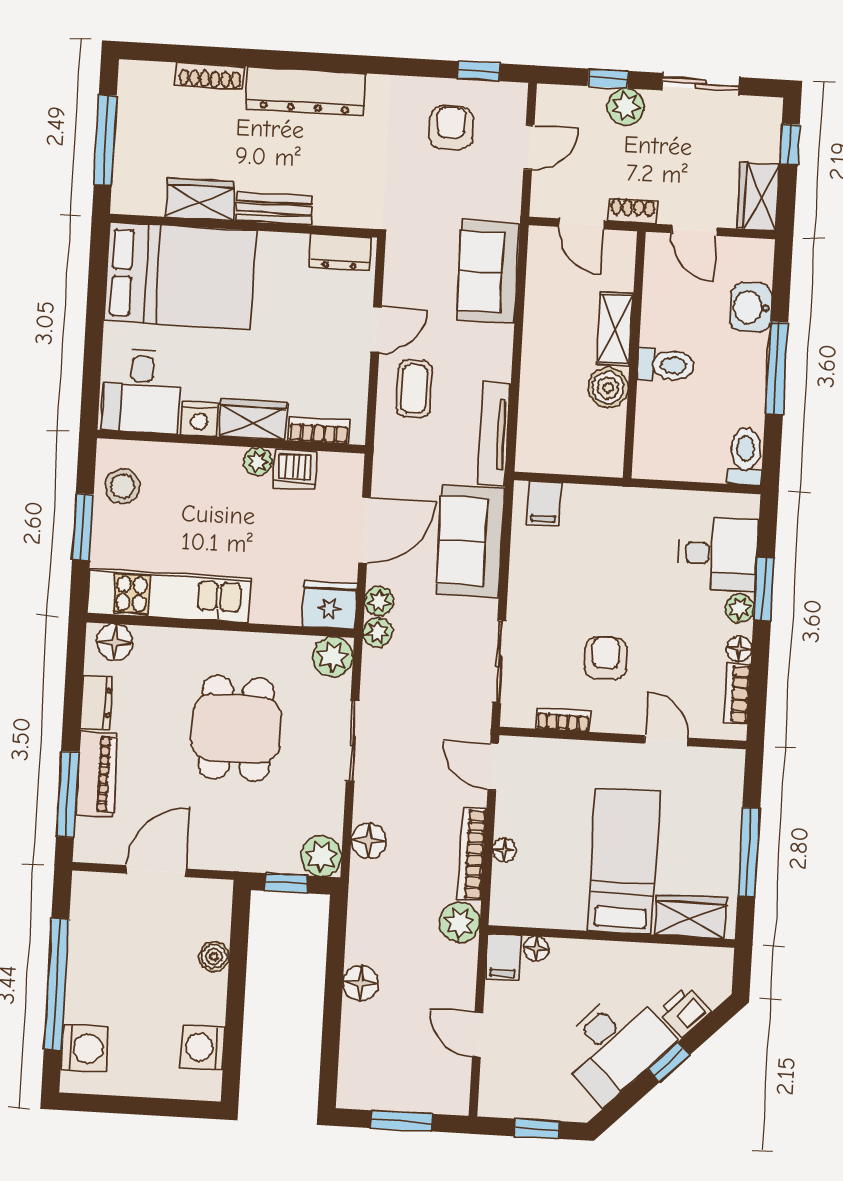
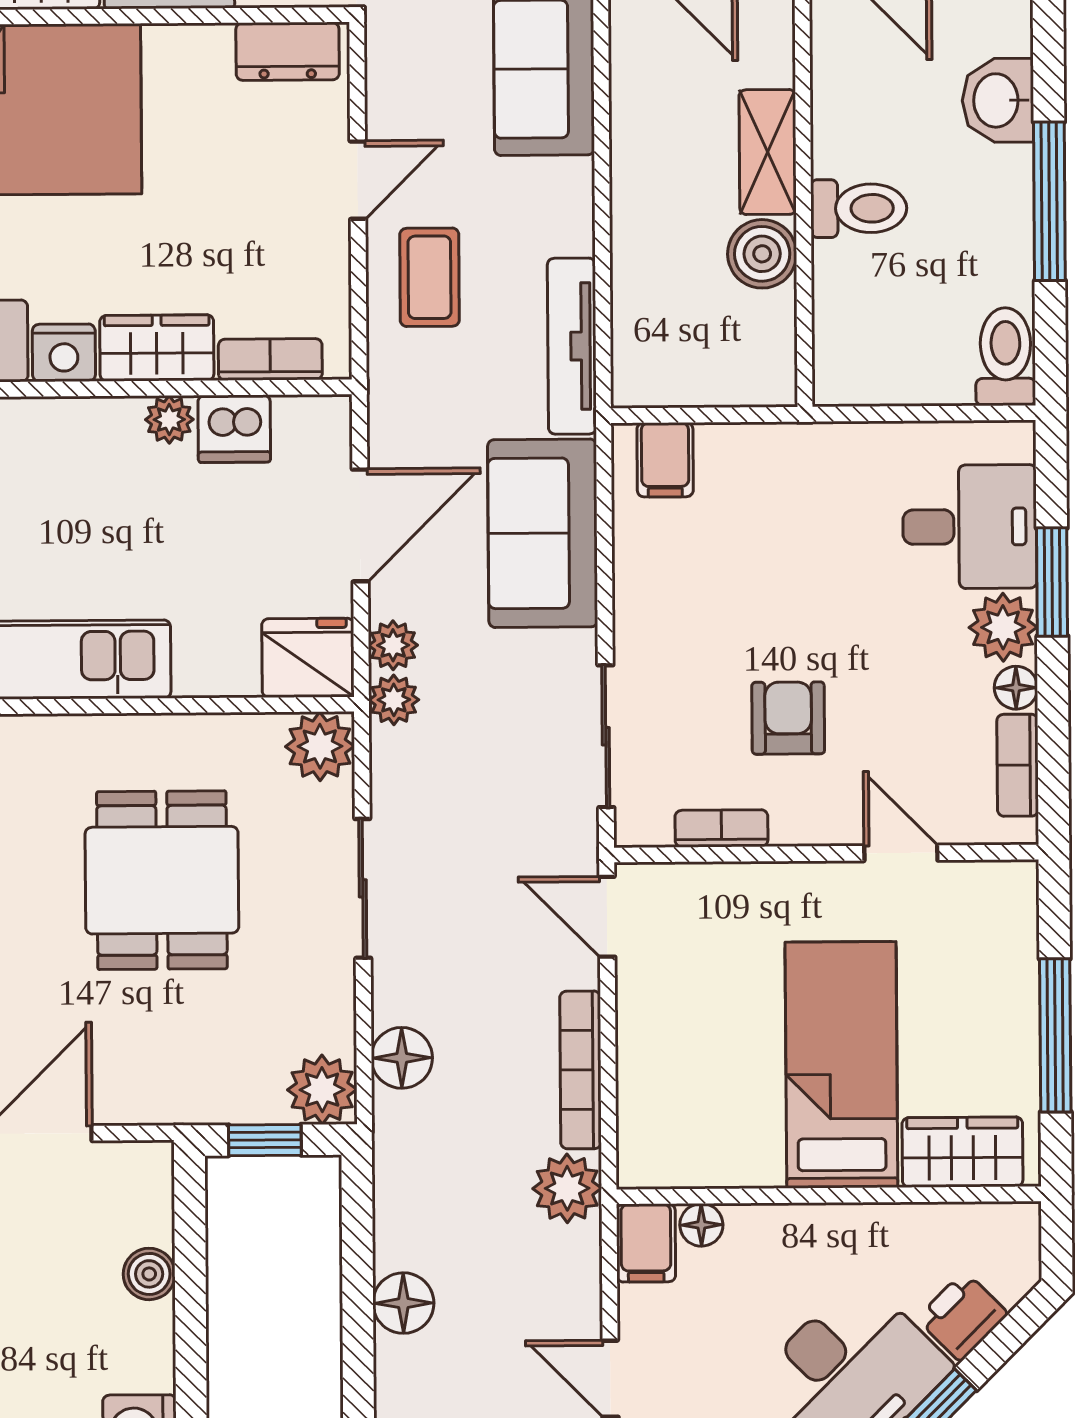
plant: (739, 608) -> (1003, 627), width x1.38, depth x1.38
floor lamp: (505, 850) -> (636, 1059), removed

